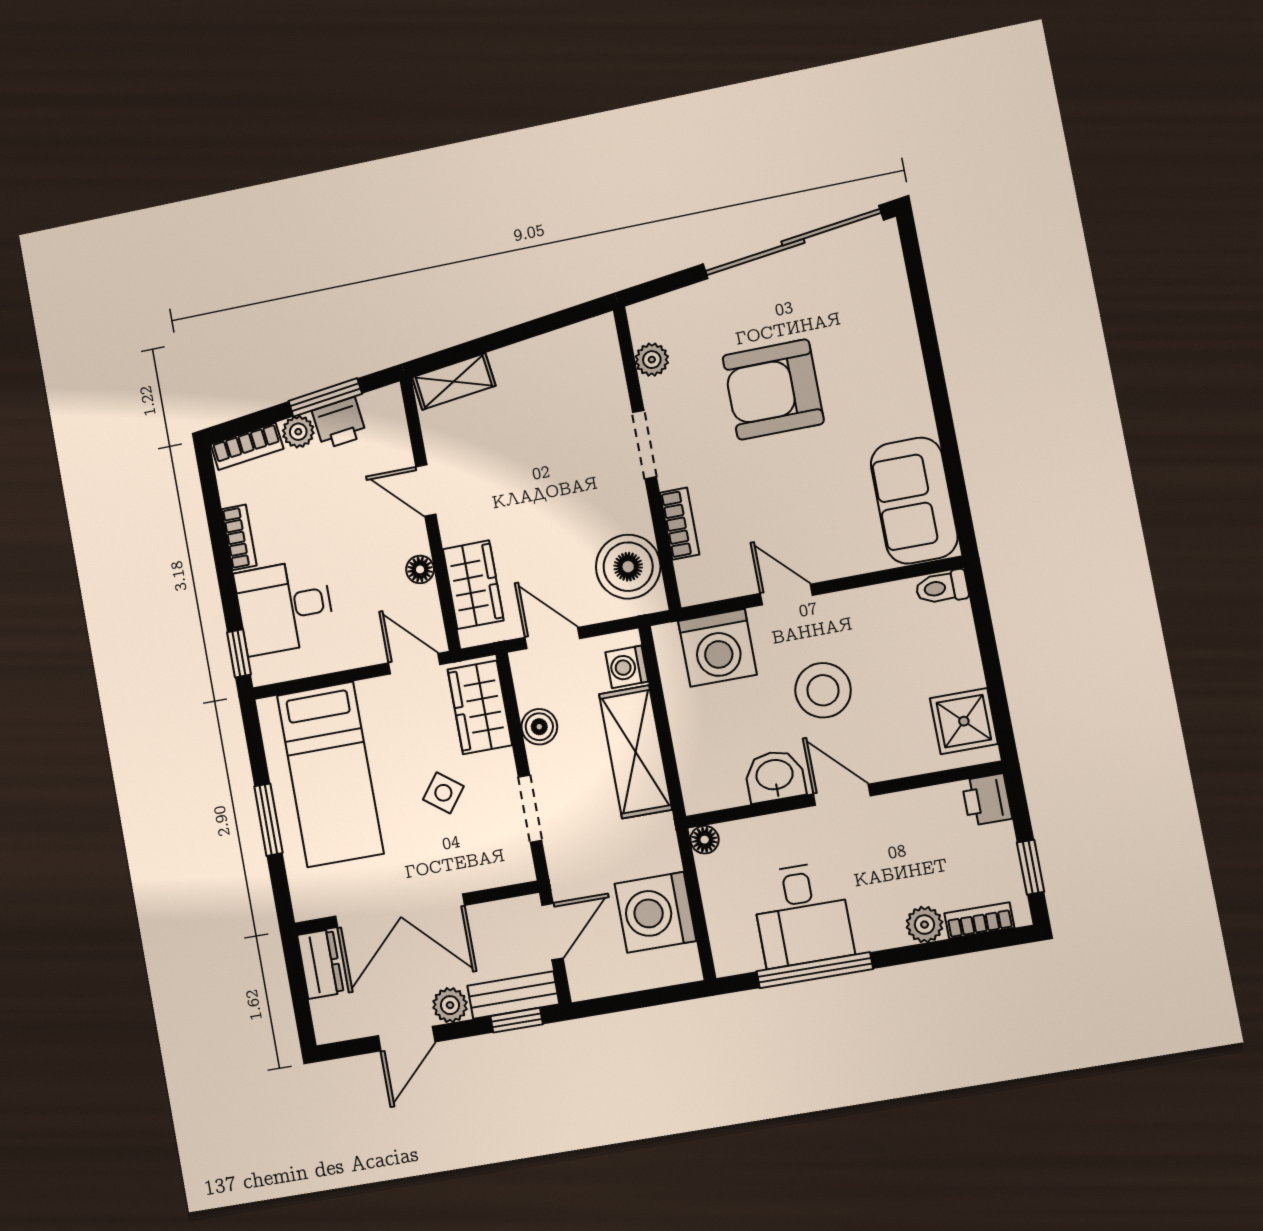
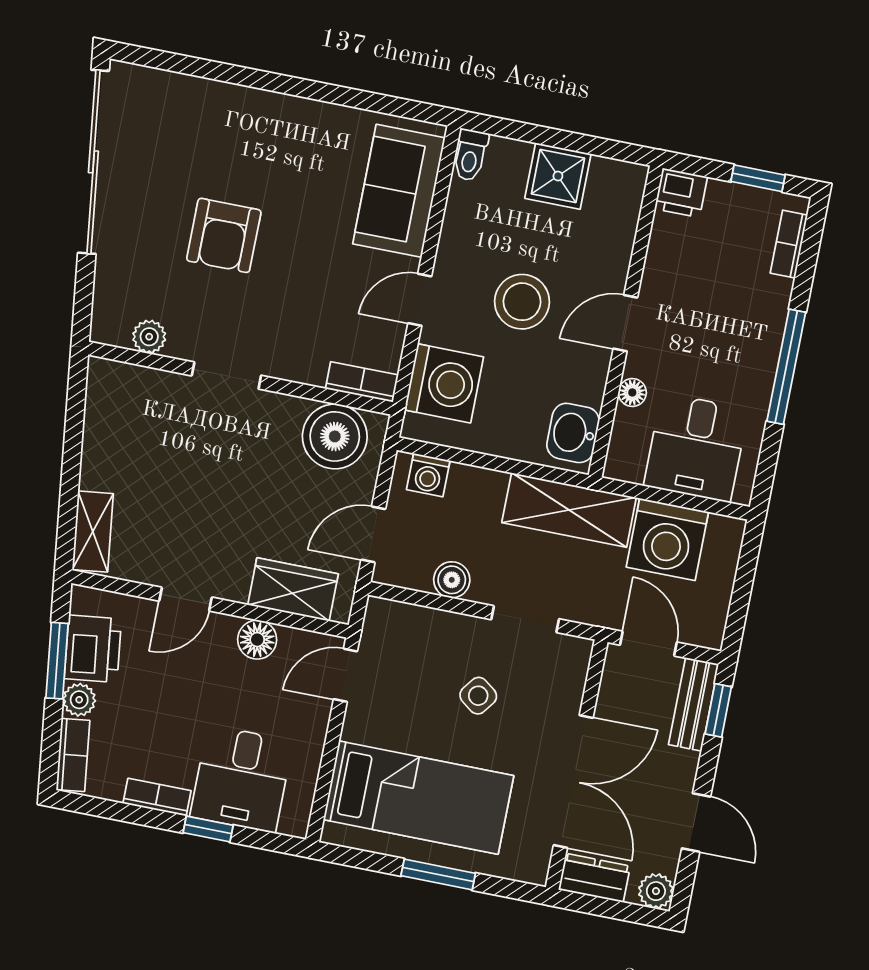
armchair: (773, 390) -> (224, 235), width x0.73, depth x0.73
printer: (339, 423) -> (93, 649), width x1.36, depth x1.24
sofa: (914, 501) -> (399, 191), moved, turned 90
bookcase: (680, 524) -> (362, 382), moved
floor lamp: (420, 569) -> (257, 640), width x1.37, depth x1.37
window: (239, 653) -> (208, 829), moved
wardrobe: (480, 707) -> (411, 629), removed
shower: (964, 721) -> (558, 176), moved
shelving: (636, 752) -> (569, 510), moved
washbasin: (775, 776) -> (573, 433), moved
floor lamp: (705, 840) -> (632, 393), moved
desk: (802, 915) -> (696, 448), moved, turned 90
plant: (925, 925) -> (774, 295), removed
window: (815, 970) -> (786, 367), moved
plant: (450, 1005) -> (656, 891), moved

